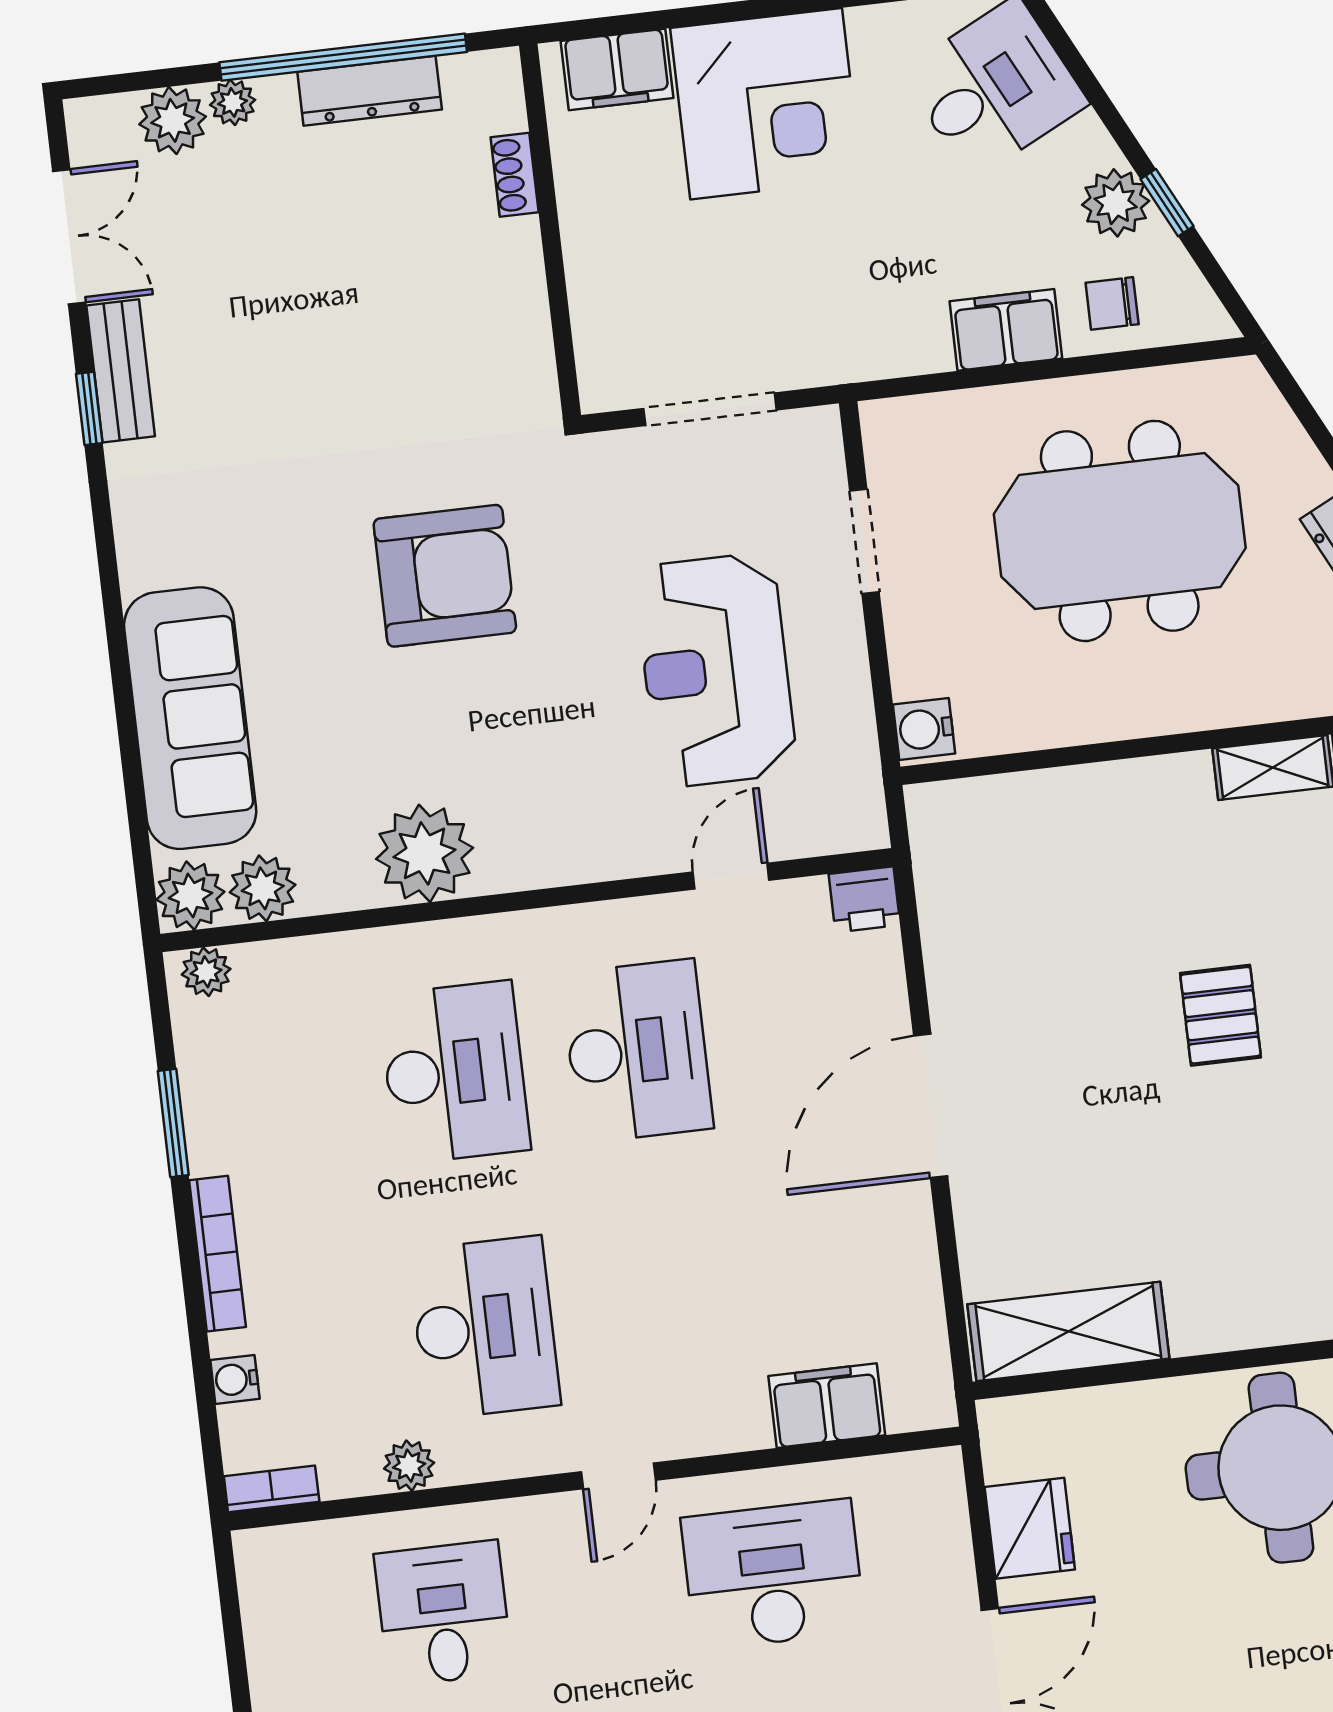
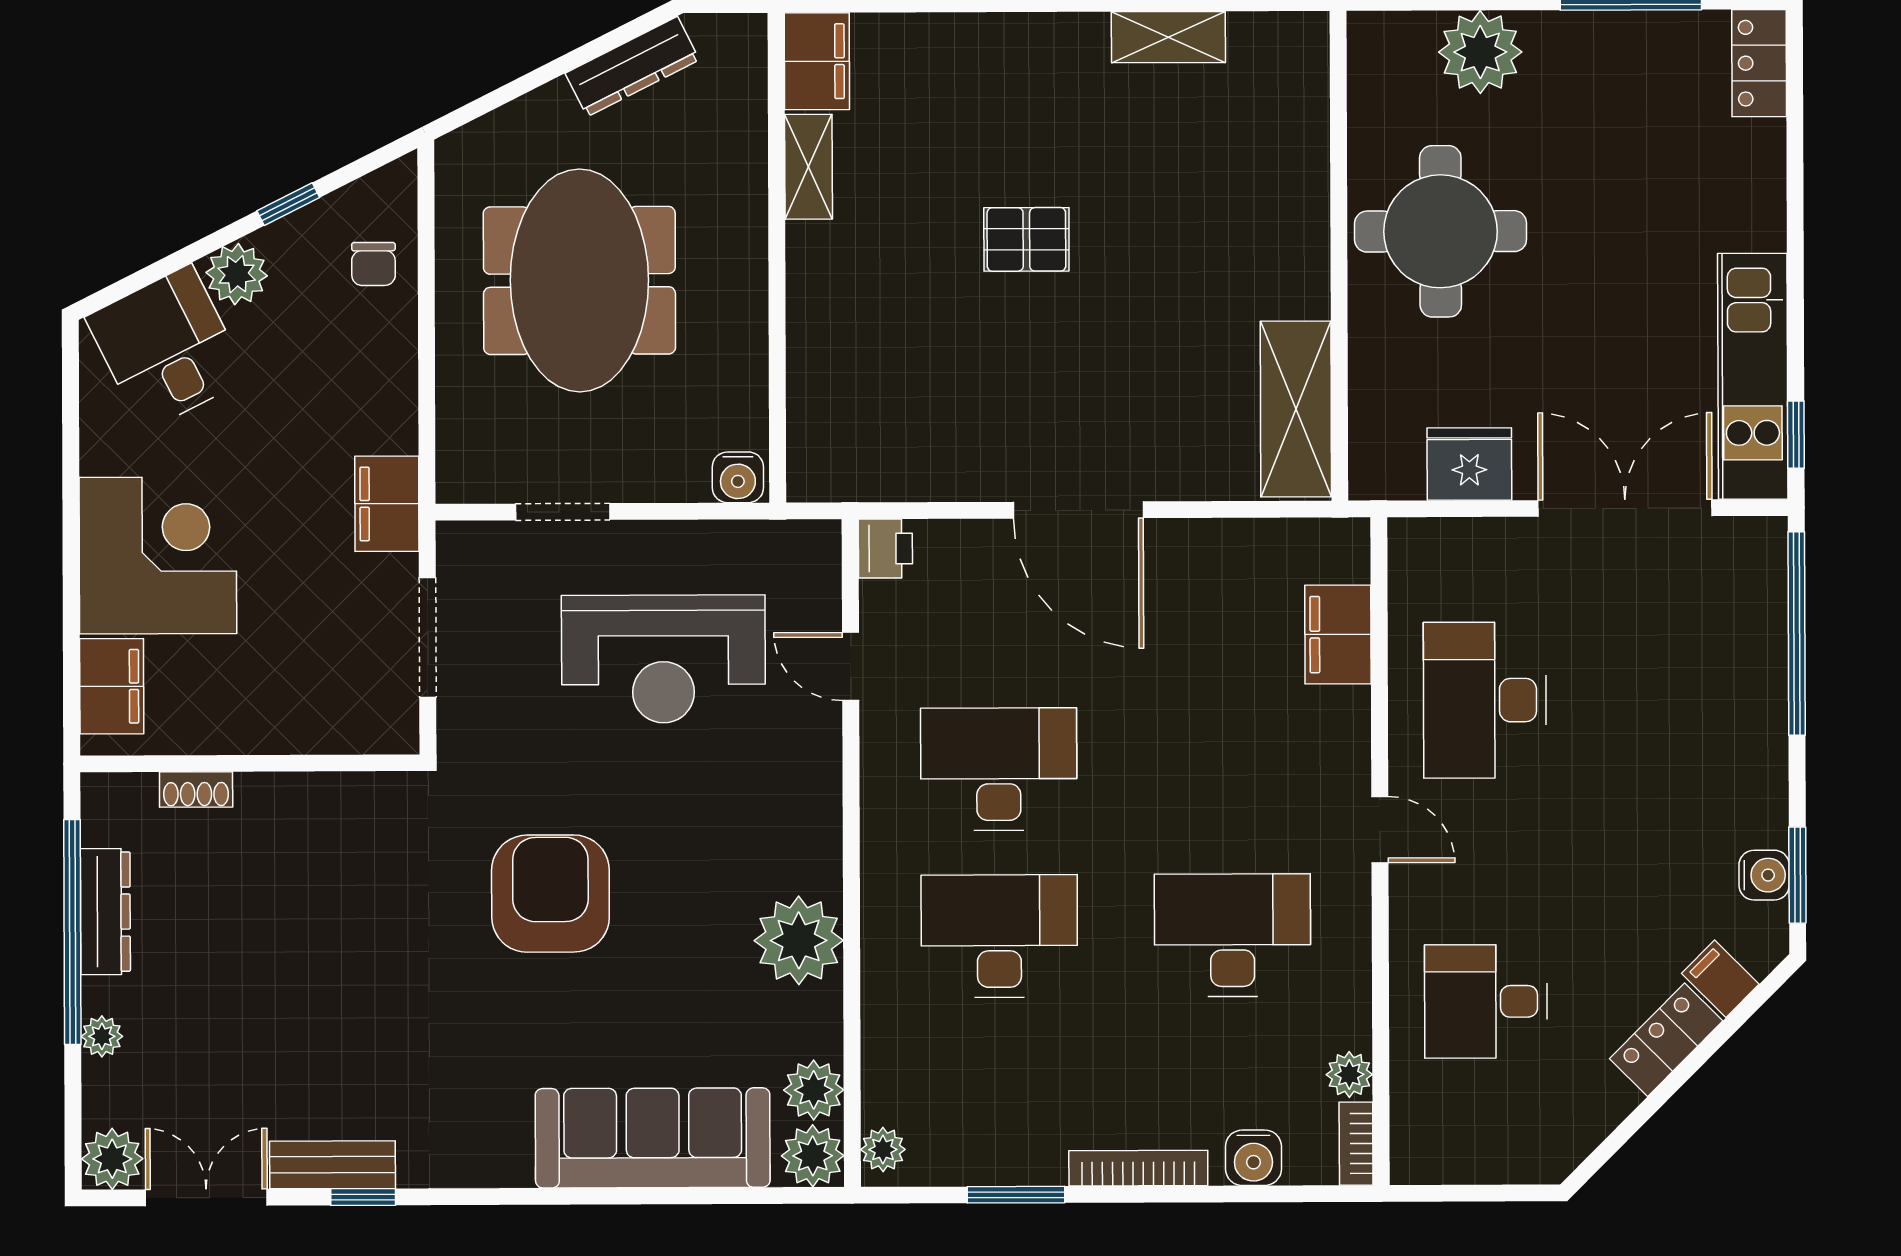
plant: (173, 120) -> (112, 1159), moved
plant: (1116, 203) -> (237, 274), moved
filing cabinet: (1006, 330) -> (387, 504), moved
water cooler: (235, 1379) -> (1253, 1158), width x1.38, depth x1.38
plant: (409, 1466) -> (1349, 1074), moved

